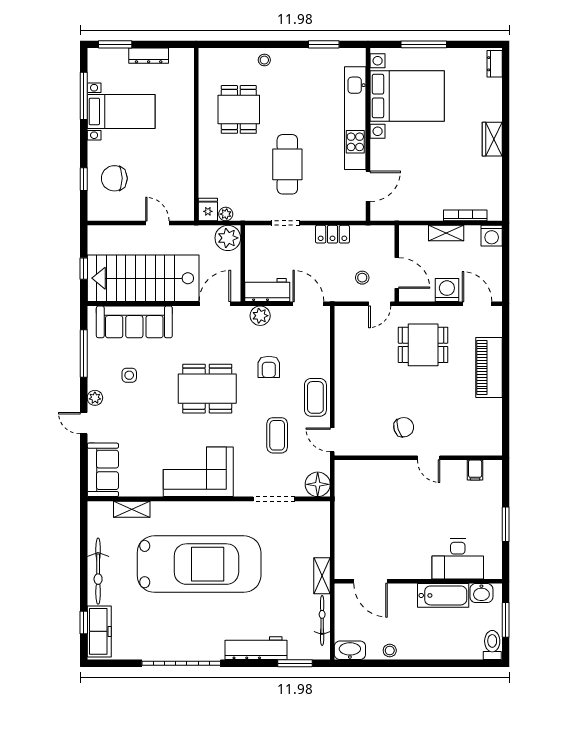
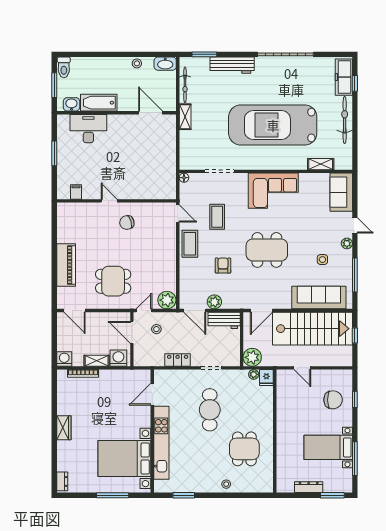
washing machine: (447, 290) -> (118, 358), moved, turned 180
plant: (260, 316) -> (214, 302), moved
plant: (348, 318) -> (167, 300), added
floor lamp: (318, 484) -> (184, 178), width x0.53, depth x0.53

